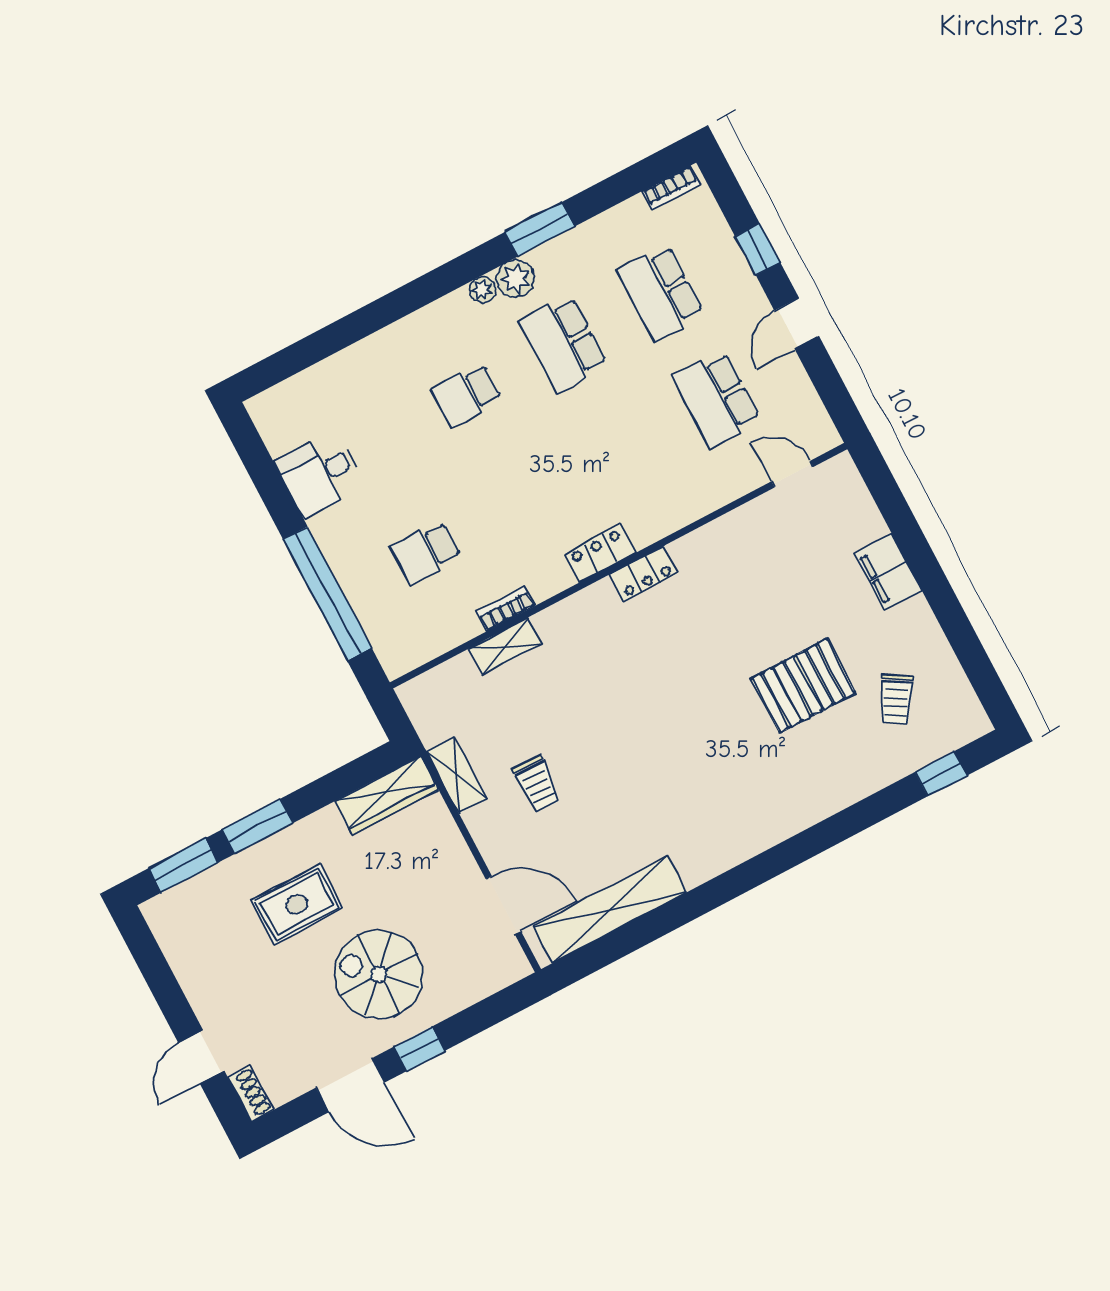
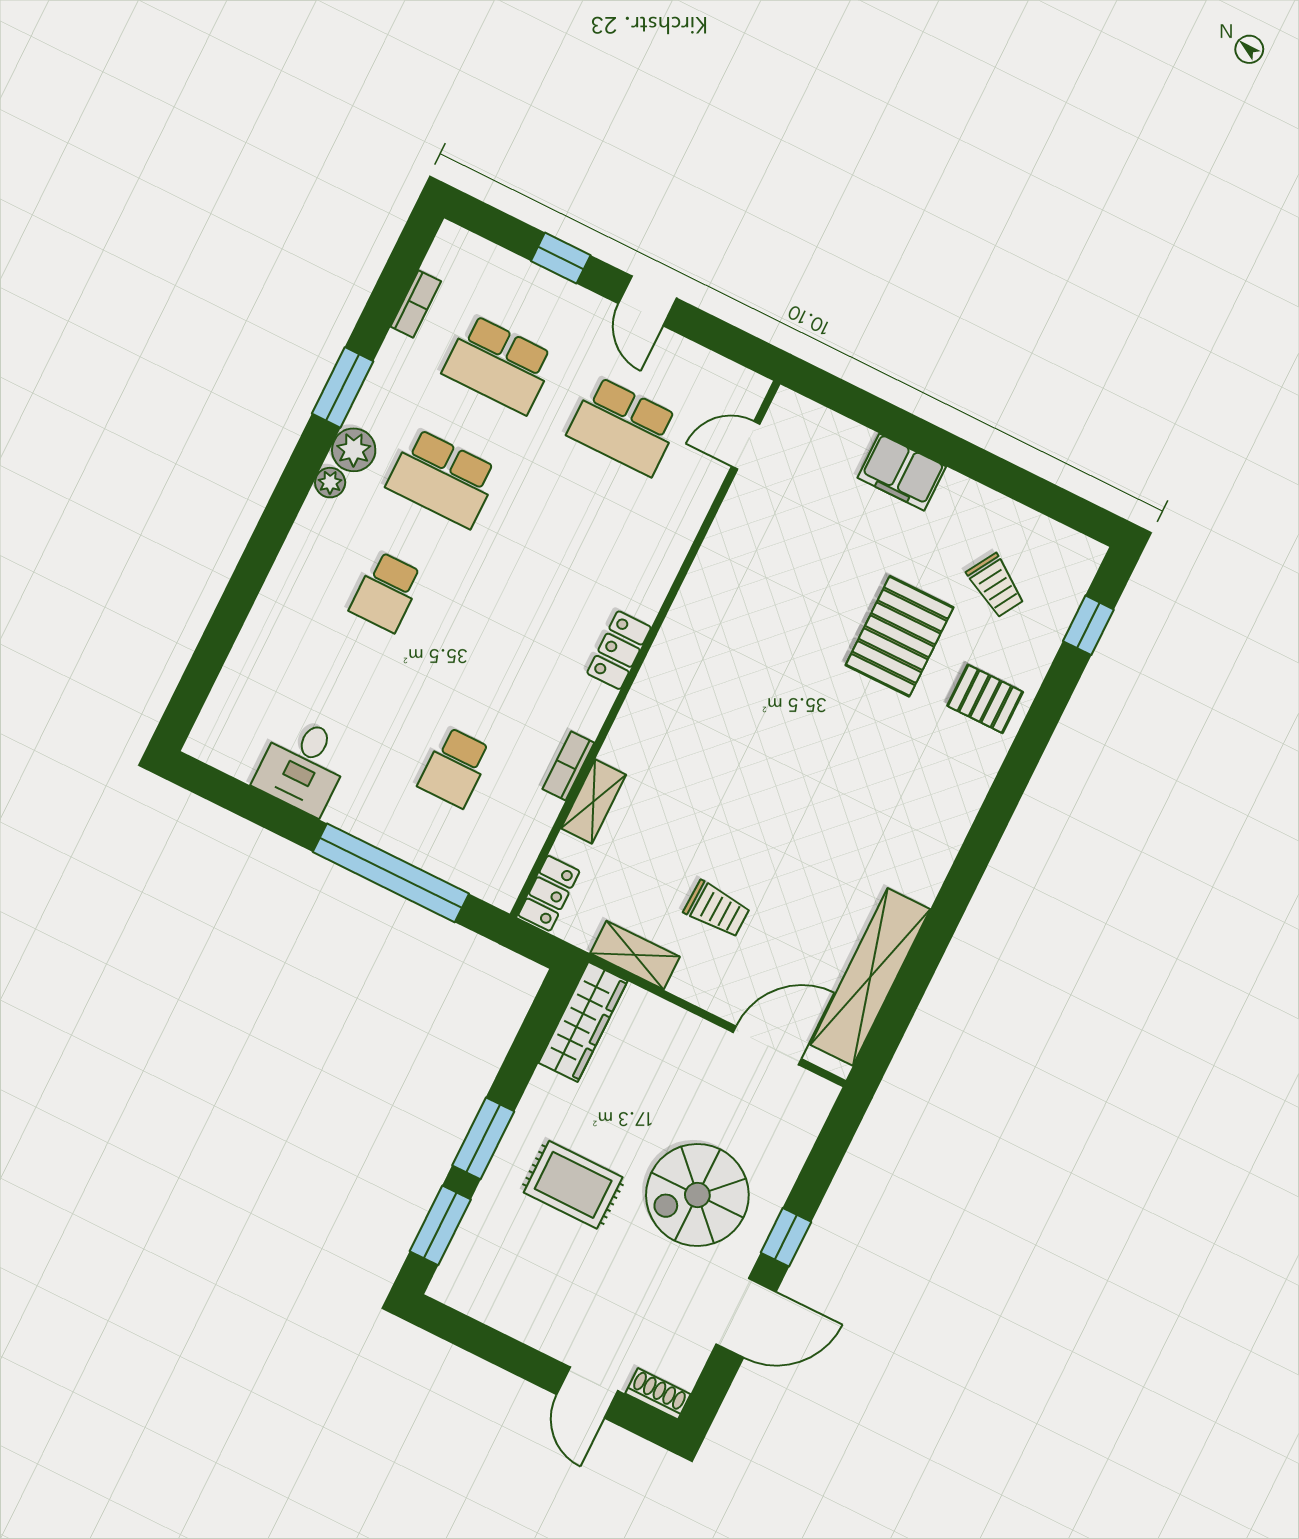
bookcase: (671, 188) -> (416, 304), moved
locker: (644, 574) -> (549, 893), moved
pallet: (831, 773) -> (985, 699), added
rug: (297, 904) -> (573, 1185), turned 90

